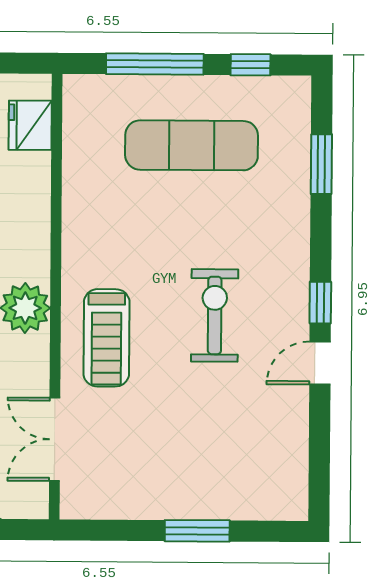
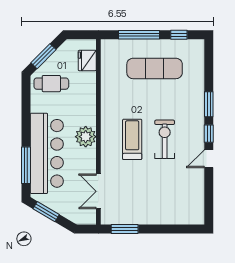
window: (321, 164) -> (209, 104), moved
treadmill: (106, 338) -> (132, 139), moved, turned 180
window: (197, 531) -> (125, 229), moved

